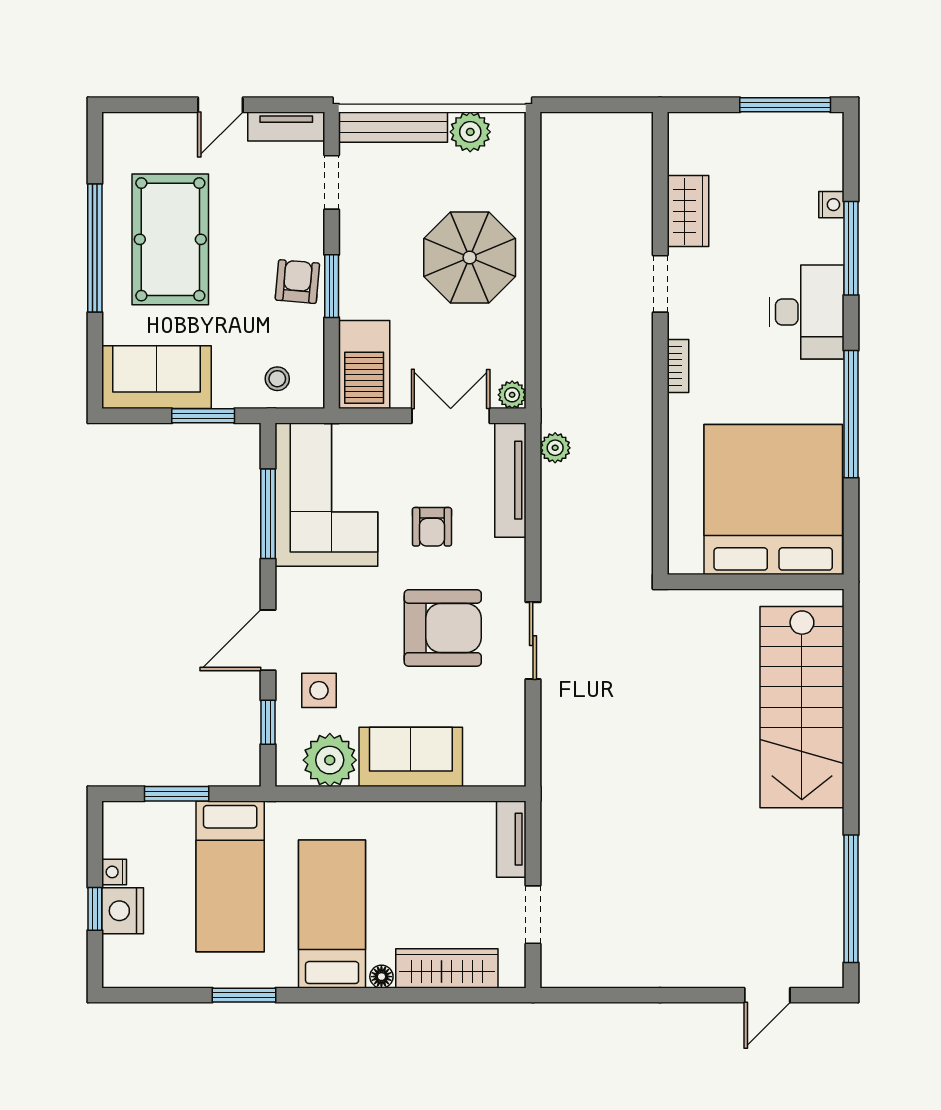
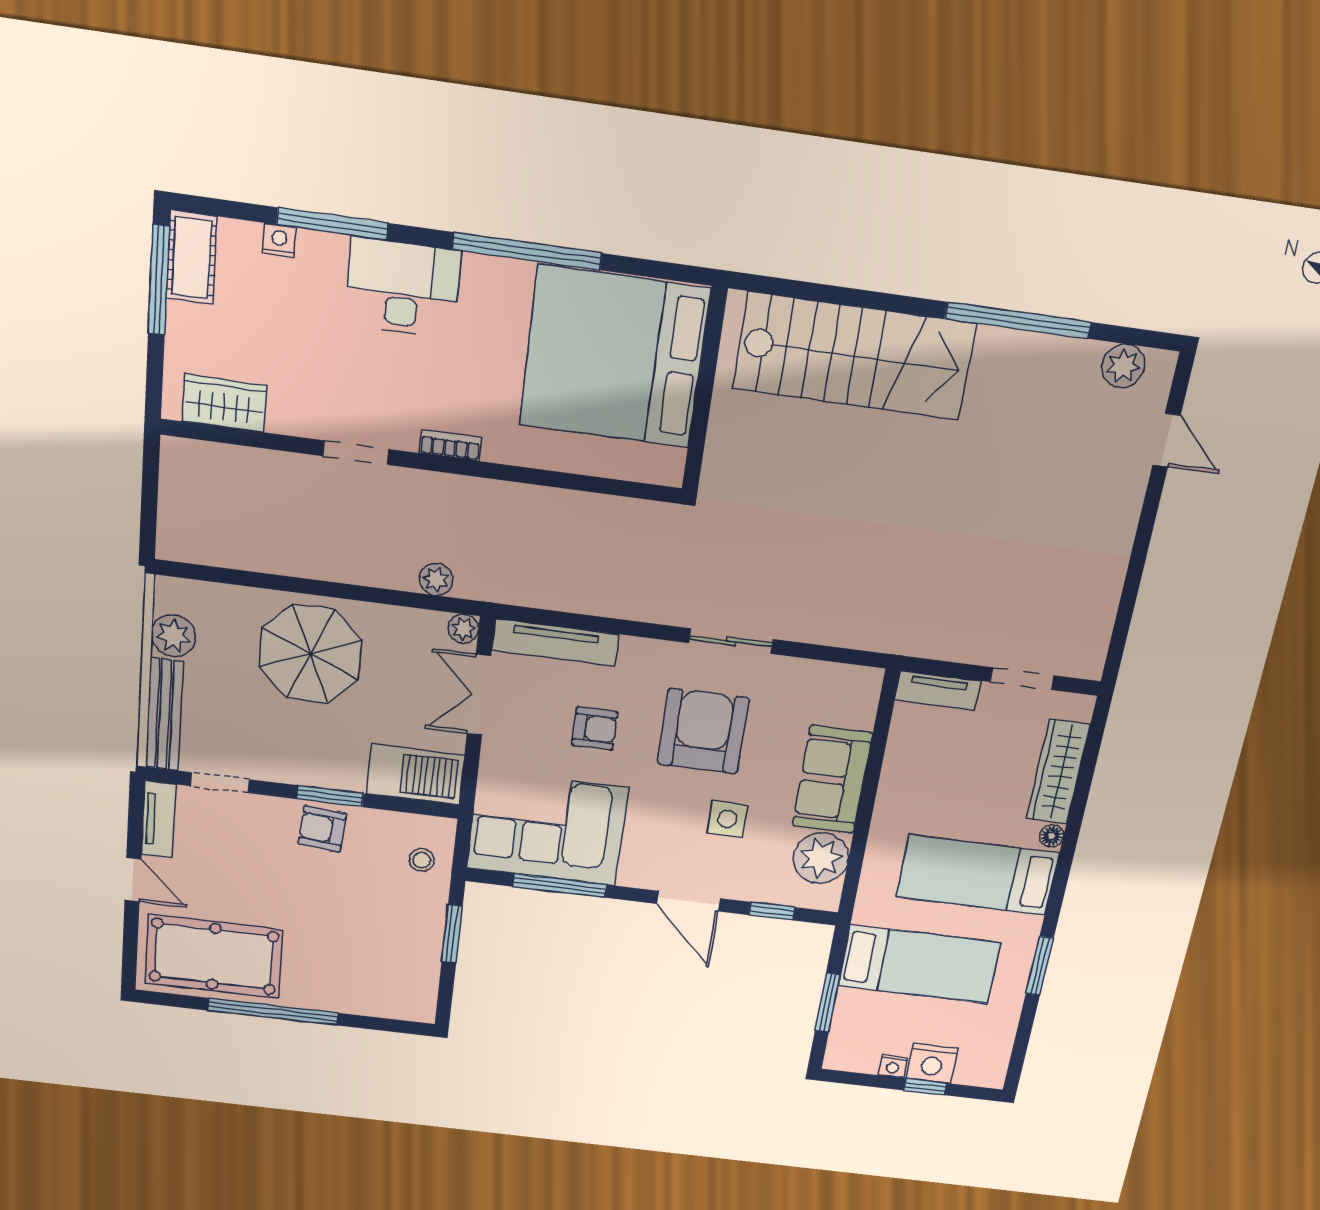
cot: (807, 132) -> (192, 257), added
wardrobe: (688, 211) -> (224, 403), moved
pool table: (170, 239) -> (214, 956), moved
sofa: (157, 377) -> (408, 972), removed
plant: (555, 448) -> (436, 579), moved
side table: (319, 690) -> (727, 819), moved
window: (851, 899) -> (1018, 320), moved
plant: (825, 942) -> (1123, 366), added

